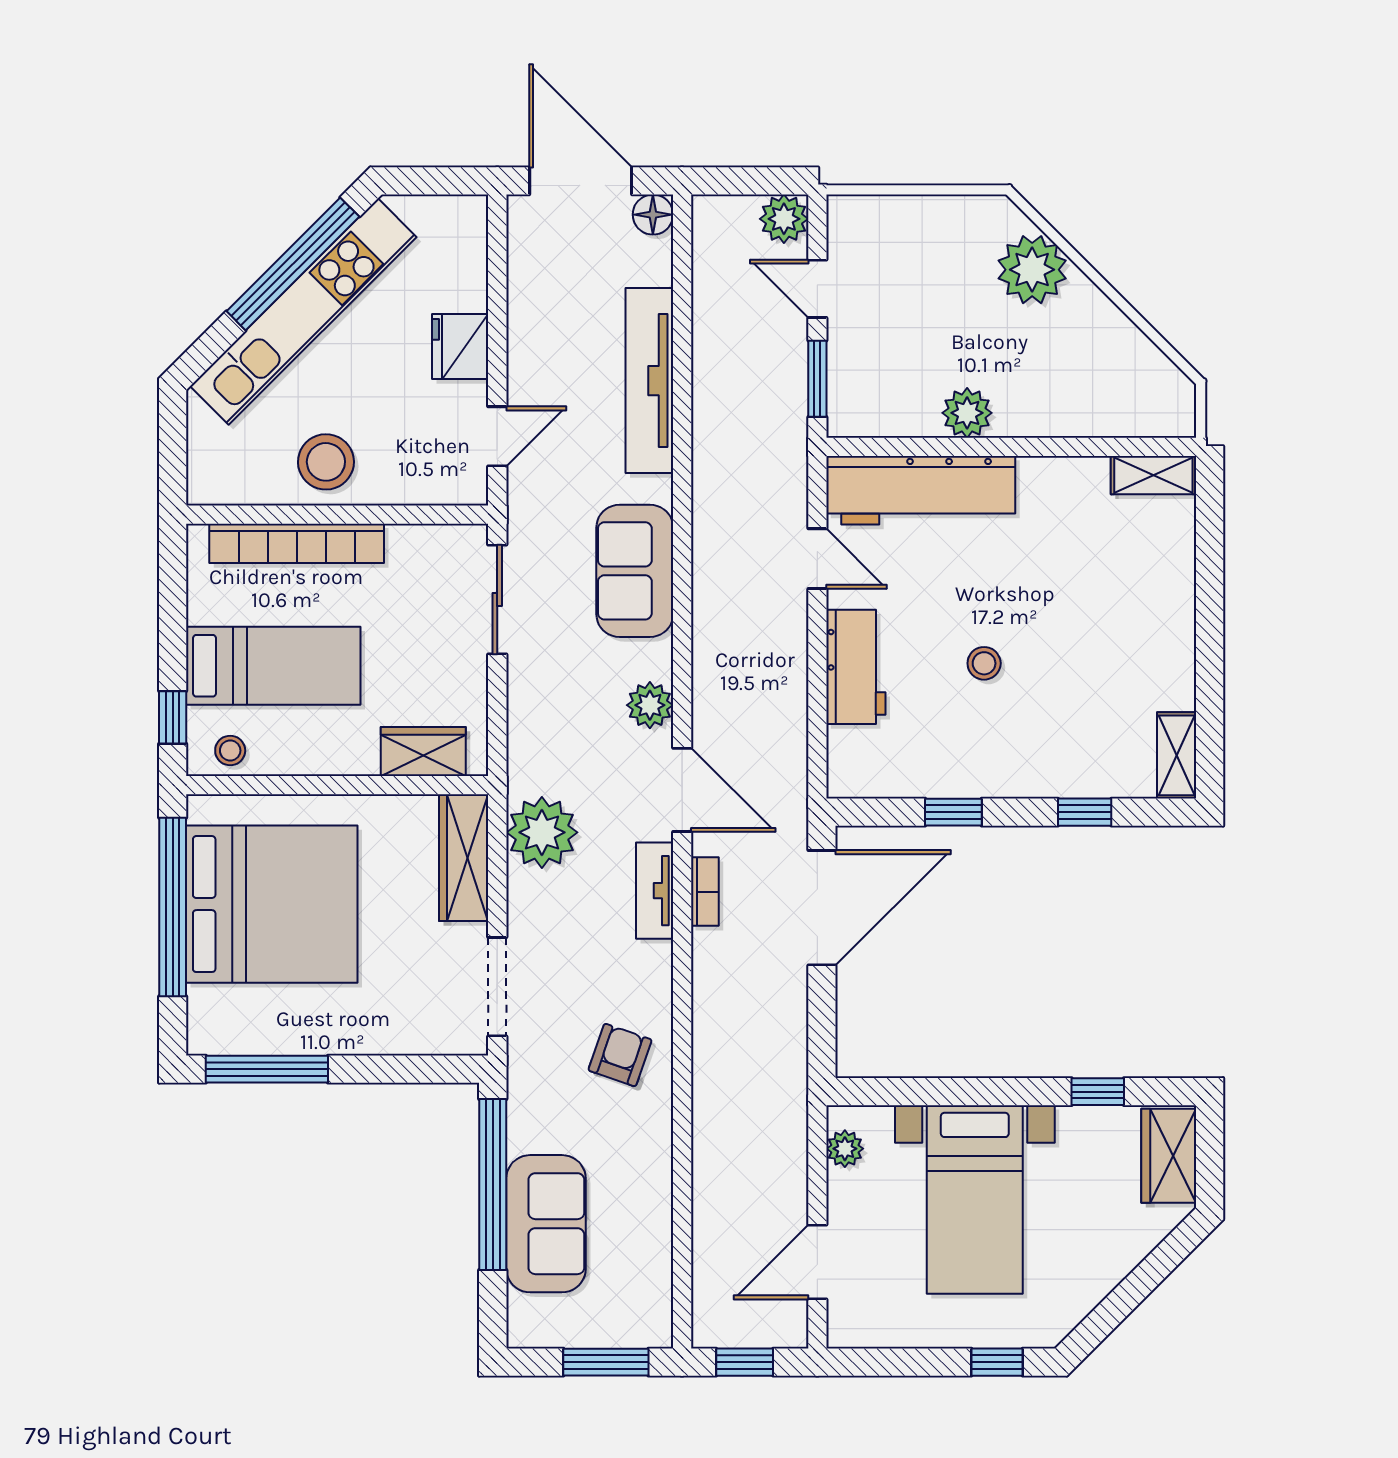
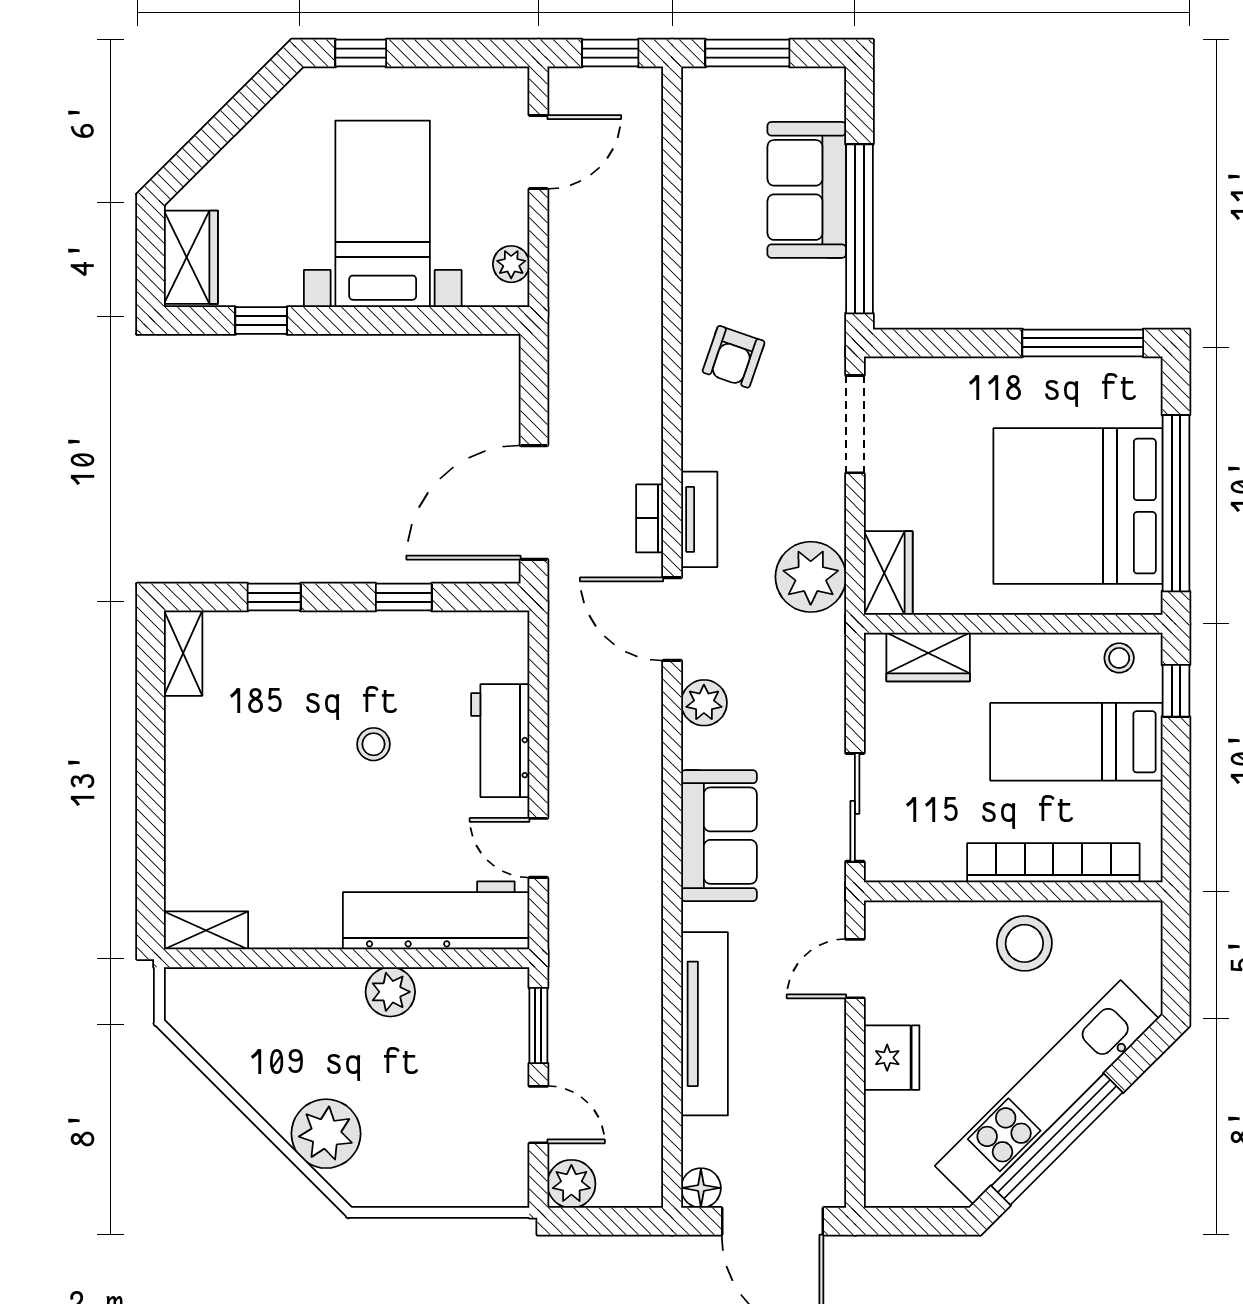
wardrobe: (464, 858) -> (888, 573), width x0.67

